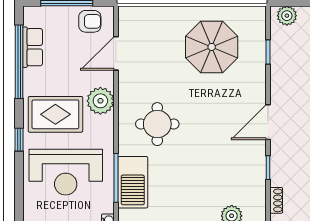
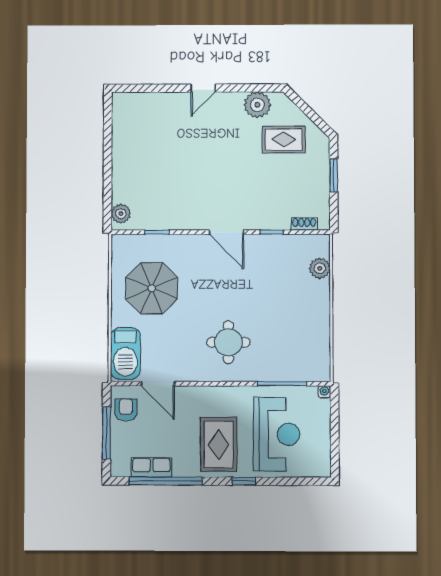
plant: (100, 101) -> (205, 399), removed
barbecue: (133, 182) -> (125, 353), moved, turned 90

